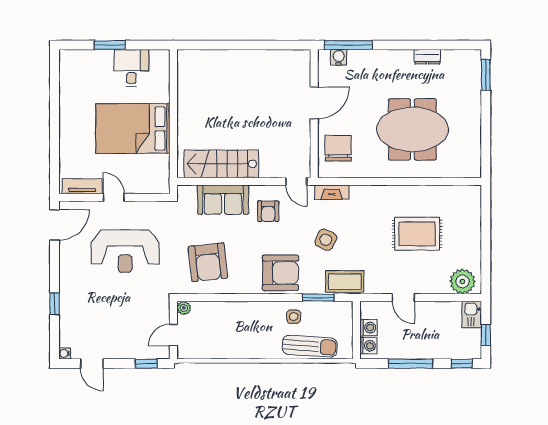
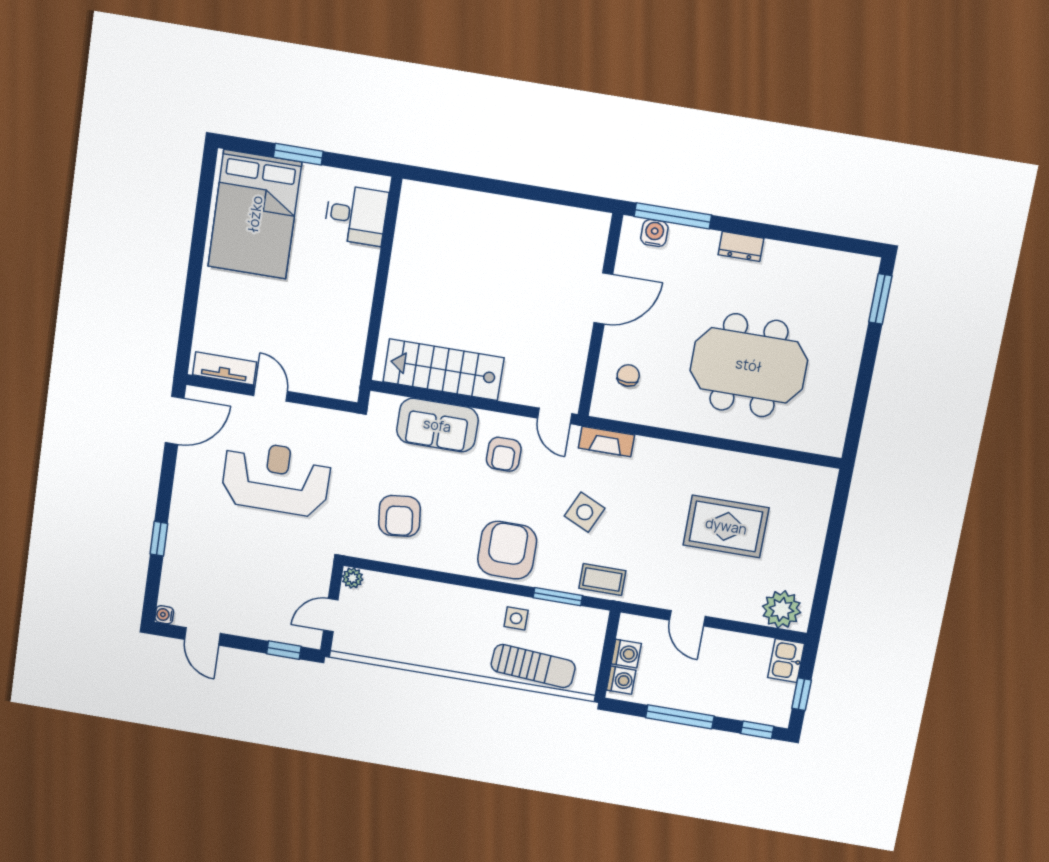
dresser: (427, 57) -> (741, 246), moved
desk: (131, 68) -> (356, 215), moved, turned 90
bed: (133, 129) -> (255, 214), moved, turned -90
chair: (338, 148) -> (628, 375), width x0.54, depth x0.54
reception desk: (125, 251) -> (276, 478), turned 180
armchair: (208, 262) -> (399, 516), width x0.73, depth x0.73
armchair: (280, 273) -> (507, 550), turned -90
coffee table: (345, 282) -> (602, 580), width x0.73, depth x0.77

